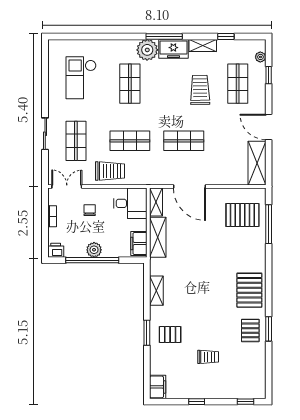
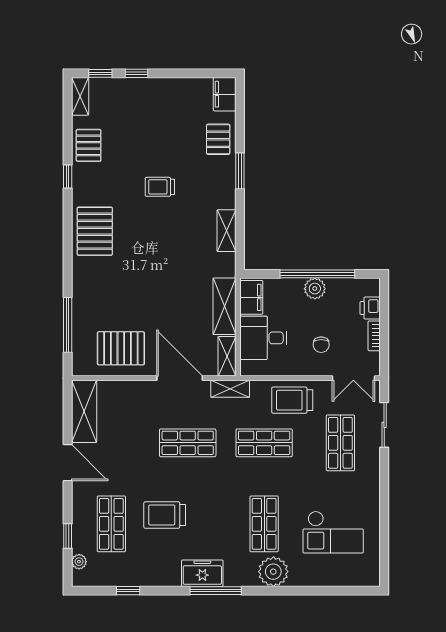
shelving: (203, 45) -> (230, 389), moved
plant: (147, 50) -> (273, 572), moved
checkout: (81, 78) -> (333, 532), turned 90
trolley: (200, 90) -> (165, 515), turned 91
sliding door: (45, 134) -> (384, 425), moved
desk: (130, 203) -> (263, 338), moved
pallet: (242, 215) -> (121, 348), moved
printer: (56, 250) -> (370, 308), moved, turned 90
window: (269, 329) -> (68, 176), width x0.67
pallet: (250, 330) -> (89, 145), moved
pallet: (170, 334) -> (218, 139), moved, turned 90
trolley: (208, 357) -> (160, 187), moved
shelving: (260, 385) -> (80, 96), added
window: (197, 402) -> (137, 73), moved

